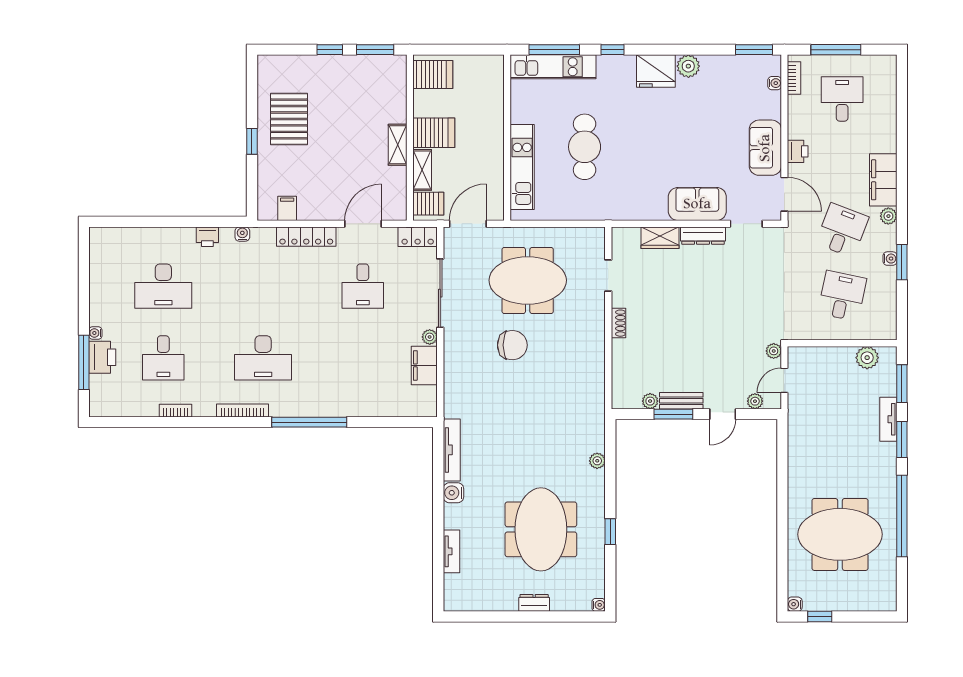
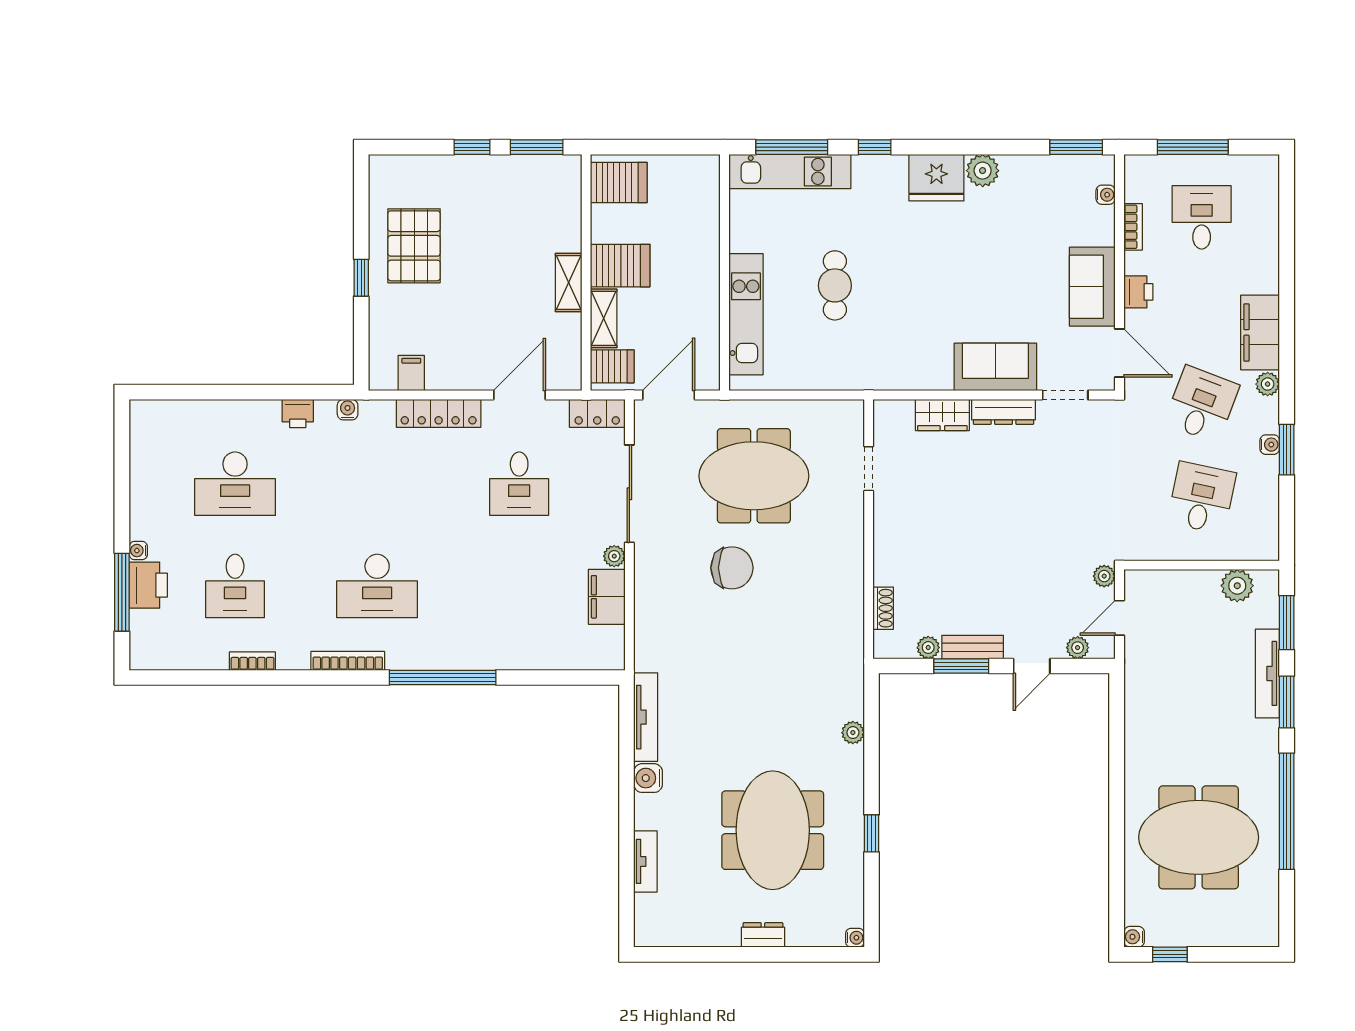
bookcase: (794, 78) -> (1133, 227), moved
cafe table: (585, 147) -> (835, 285), width x0.73, depth x0.74
shoe rack: (619, 323) -> (883, 608), moved
tv unit: (888, 419) -> (1267, 673), width x1.41

